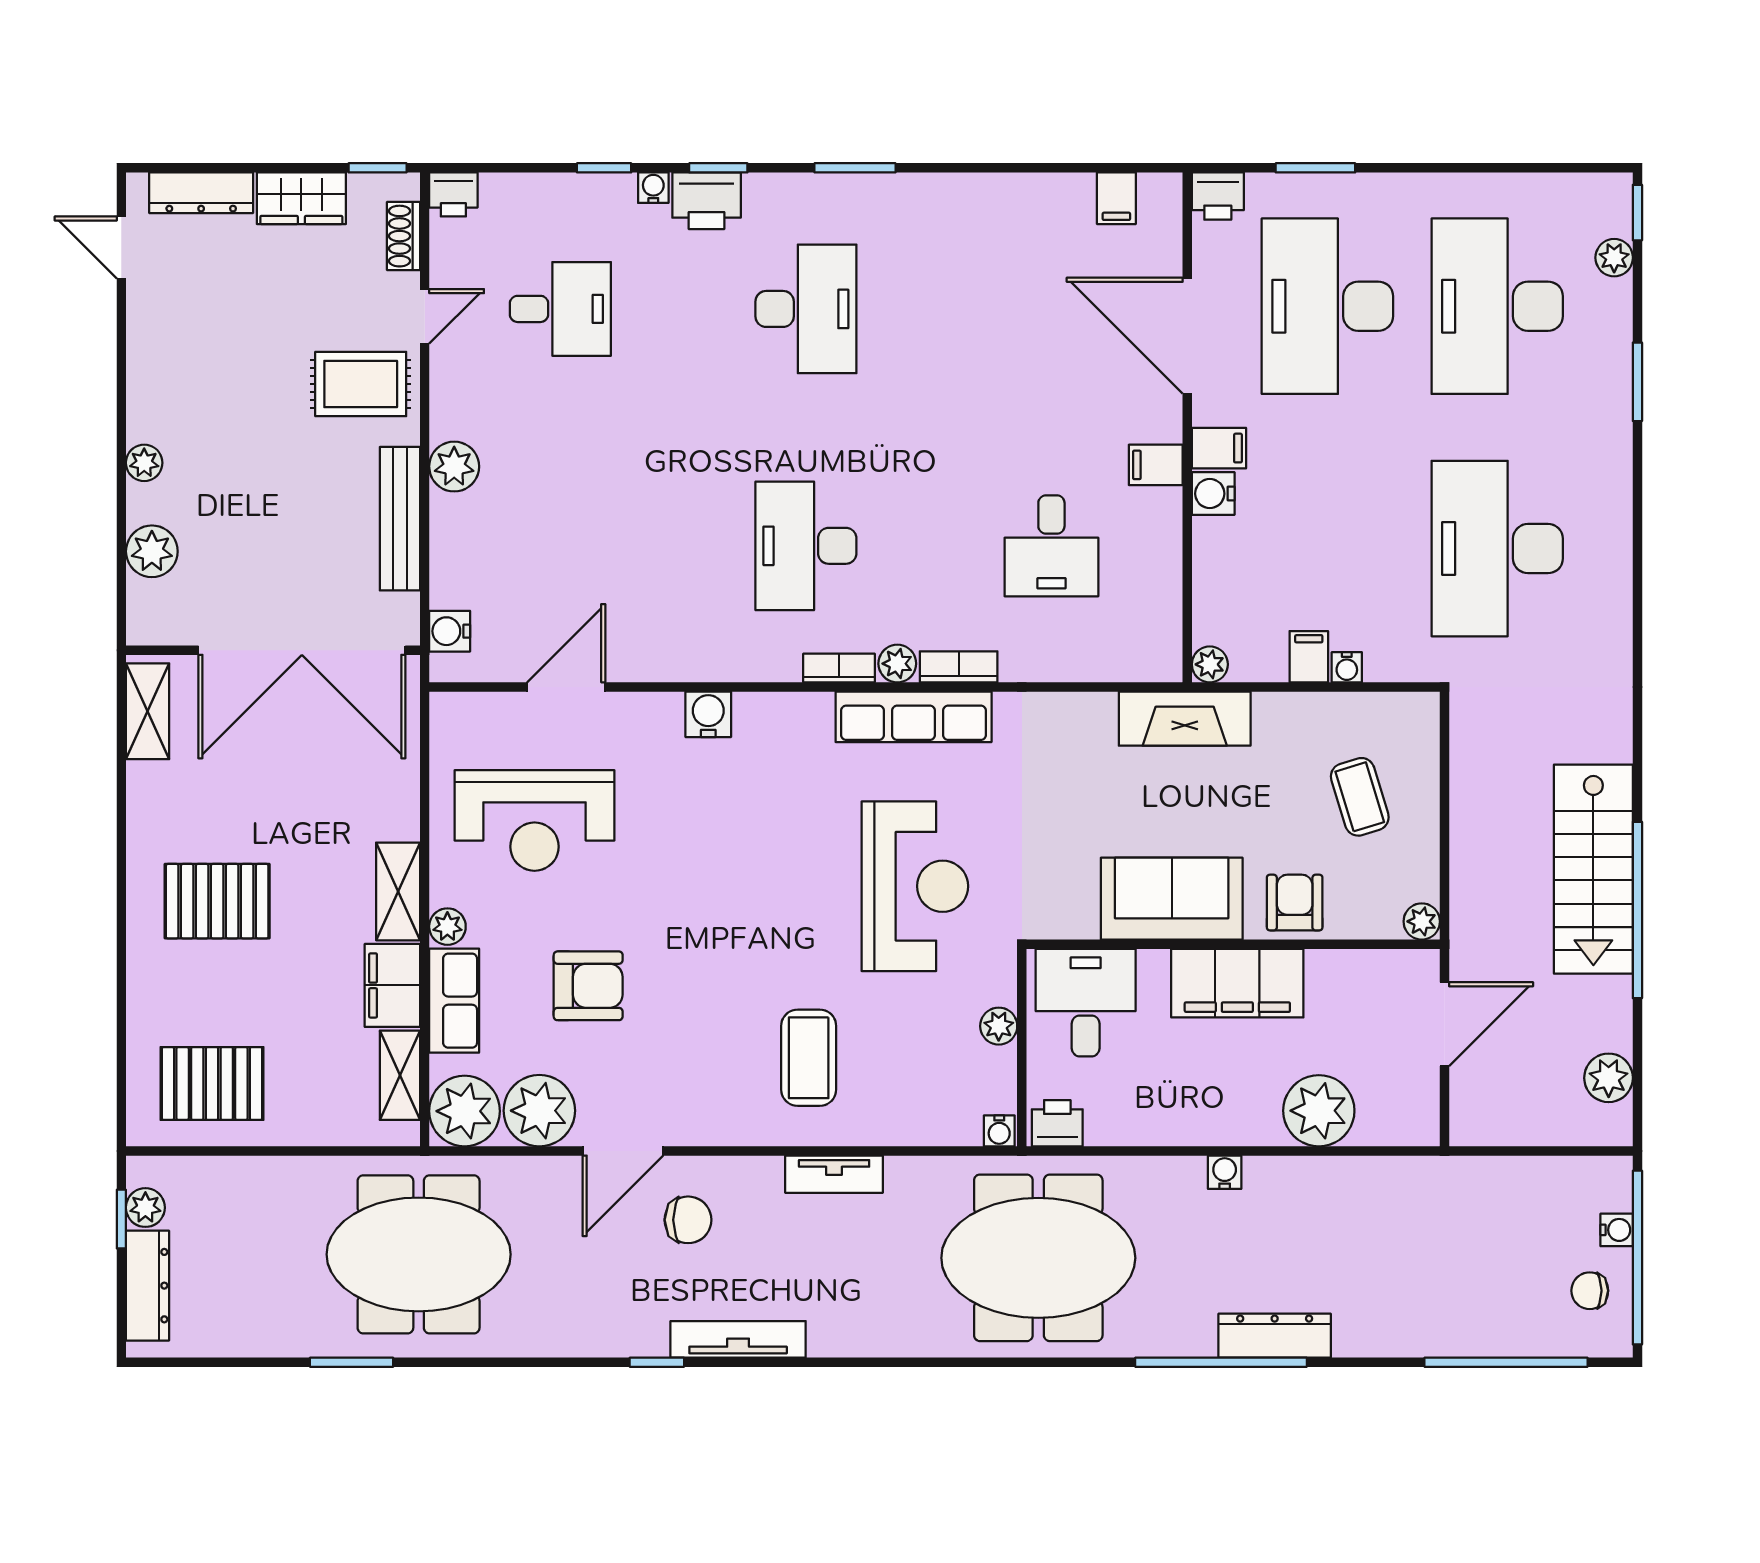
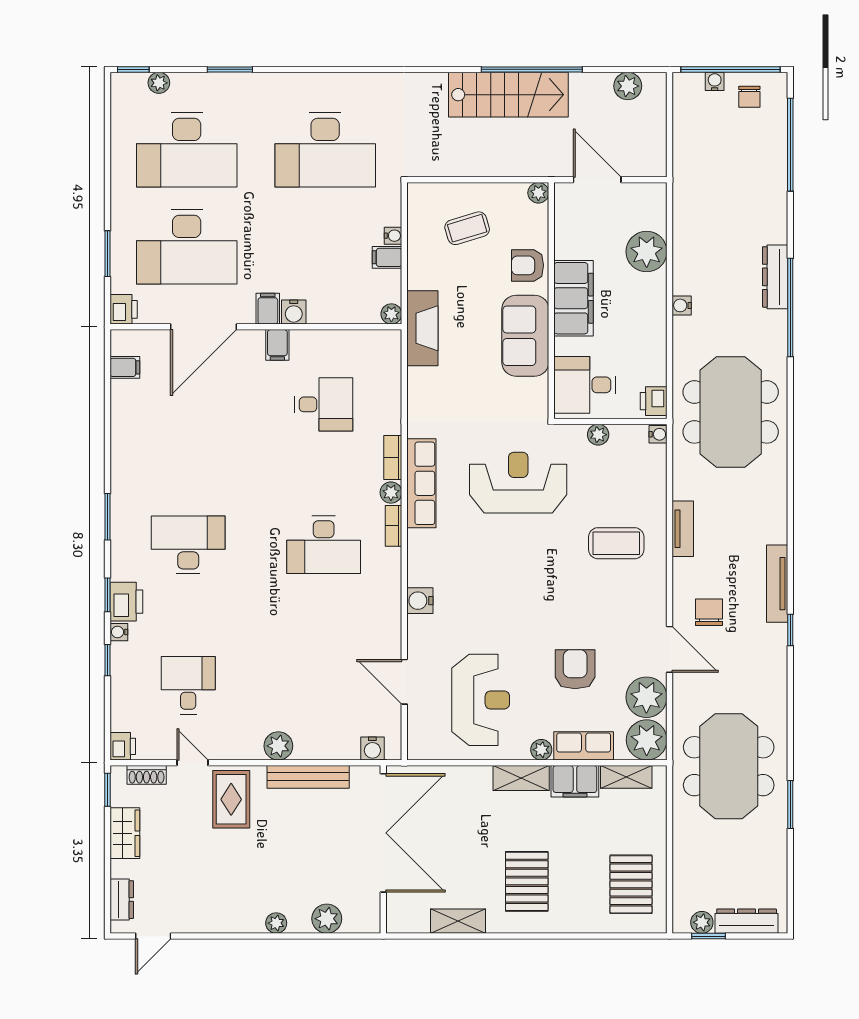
dresser: (201, 193) -> (122, 900), width x0.70
shelving: (148, 711) -> (458, 921), moved

